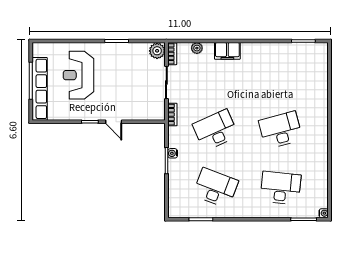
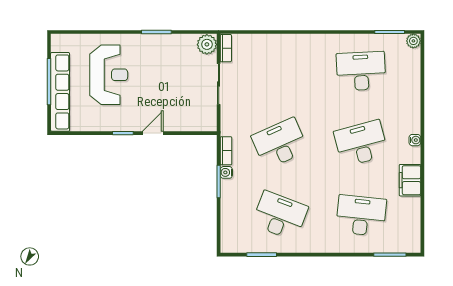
plant: (197, 48) -> (413, 41), moved
filing cabinet: (227, 51) -> (410, 180), moved, turned 90
desk: (281, 72) -> (361, 71), added
reception desk: (78, 75) -> (109, 75), turned 180
bookcase: (172, 115) -> (226, 151), moved
door: (114, 122) -> (153, 133), swing flipped
water cooler: (324, 213) -> (415, 140), moved

